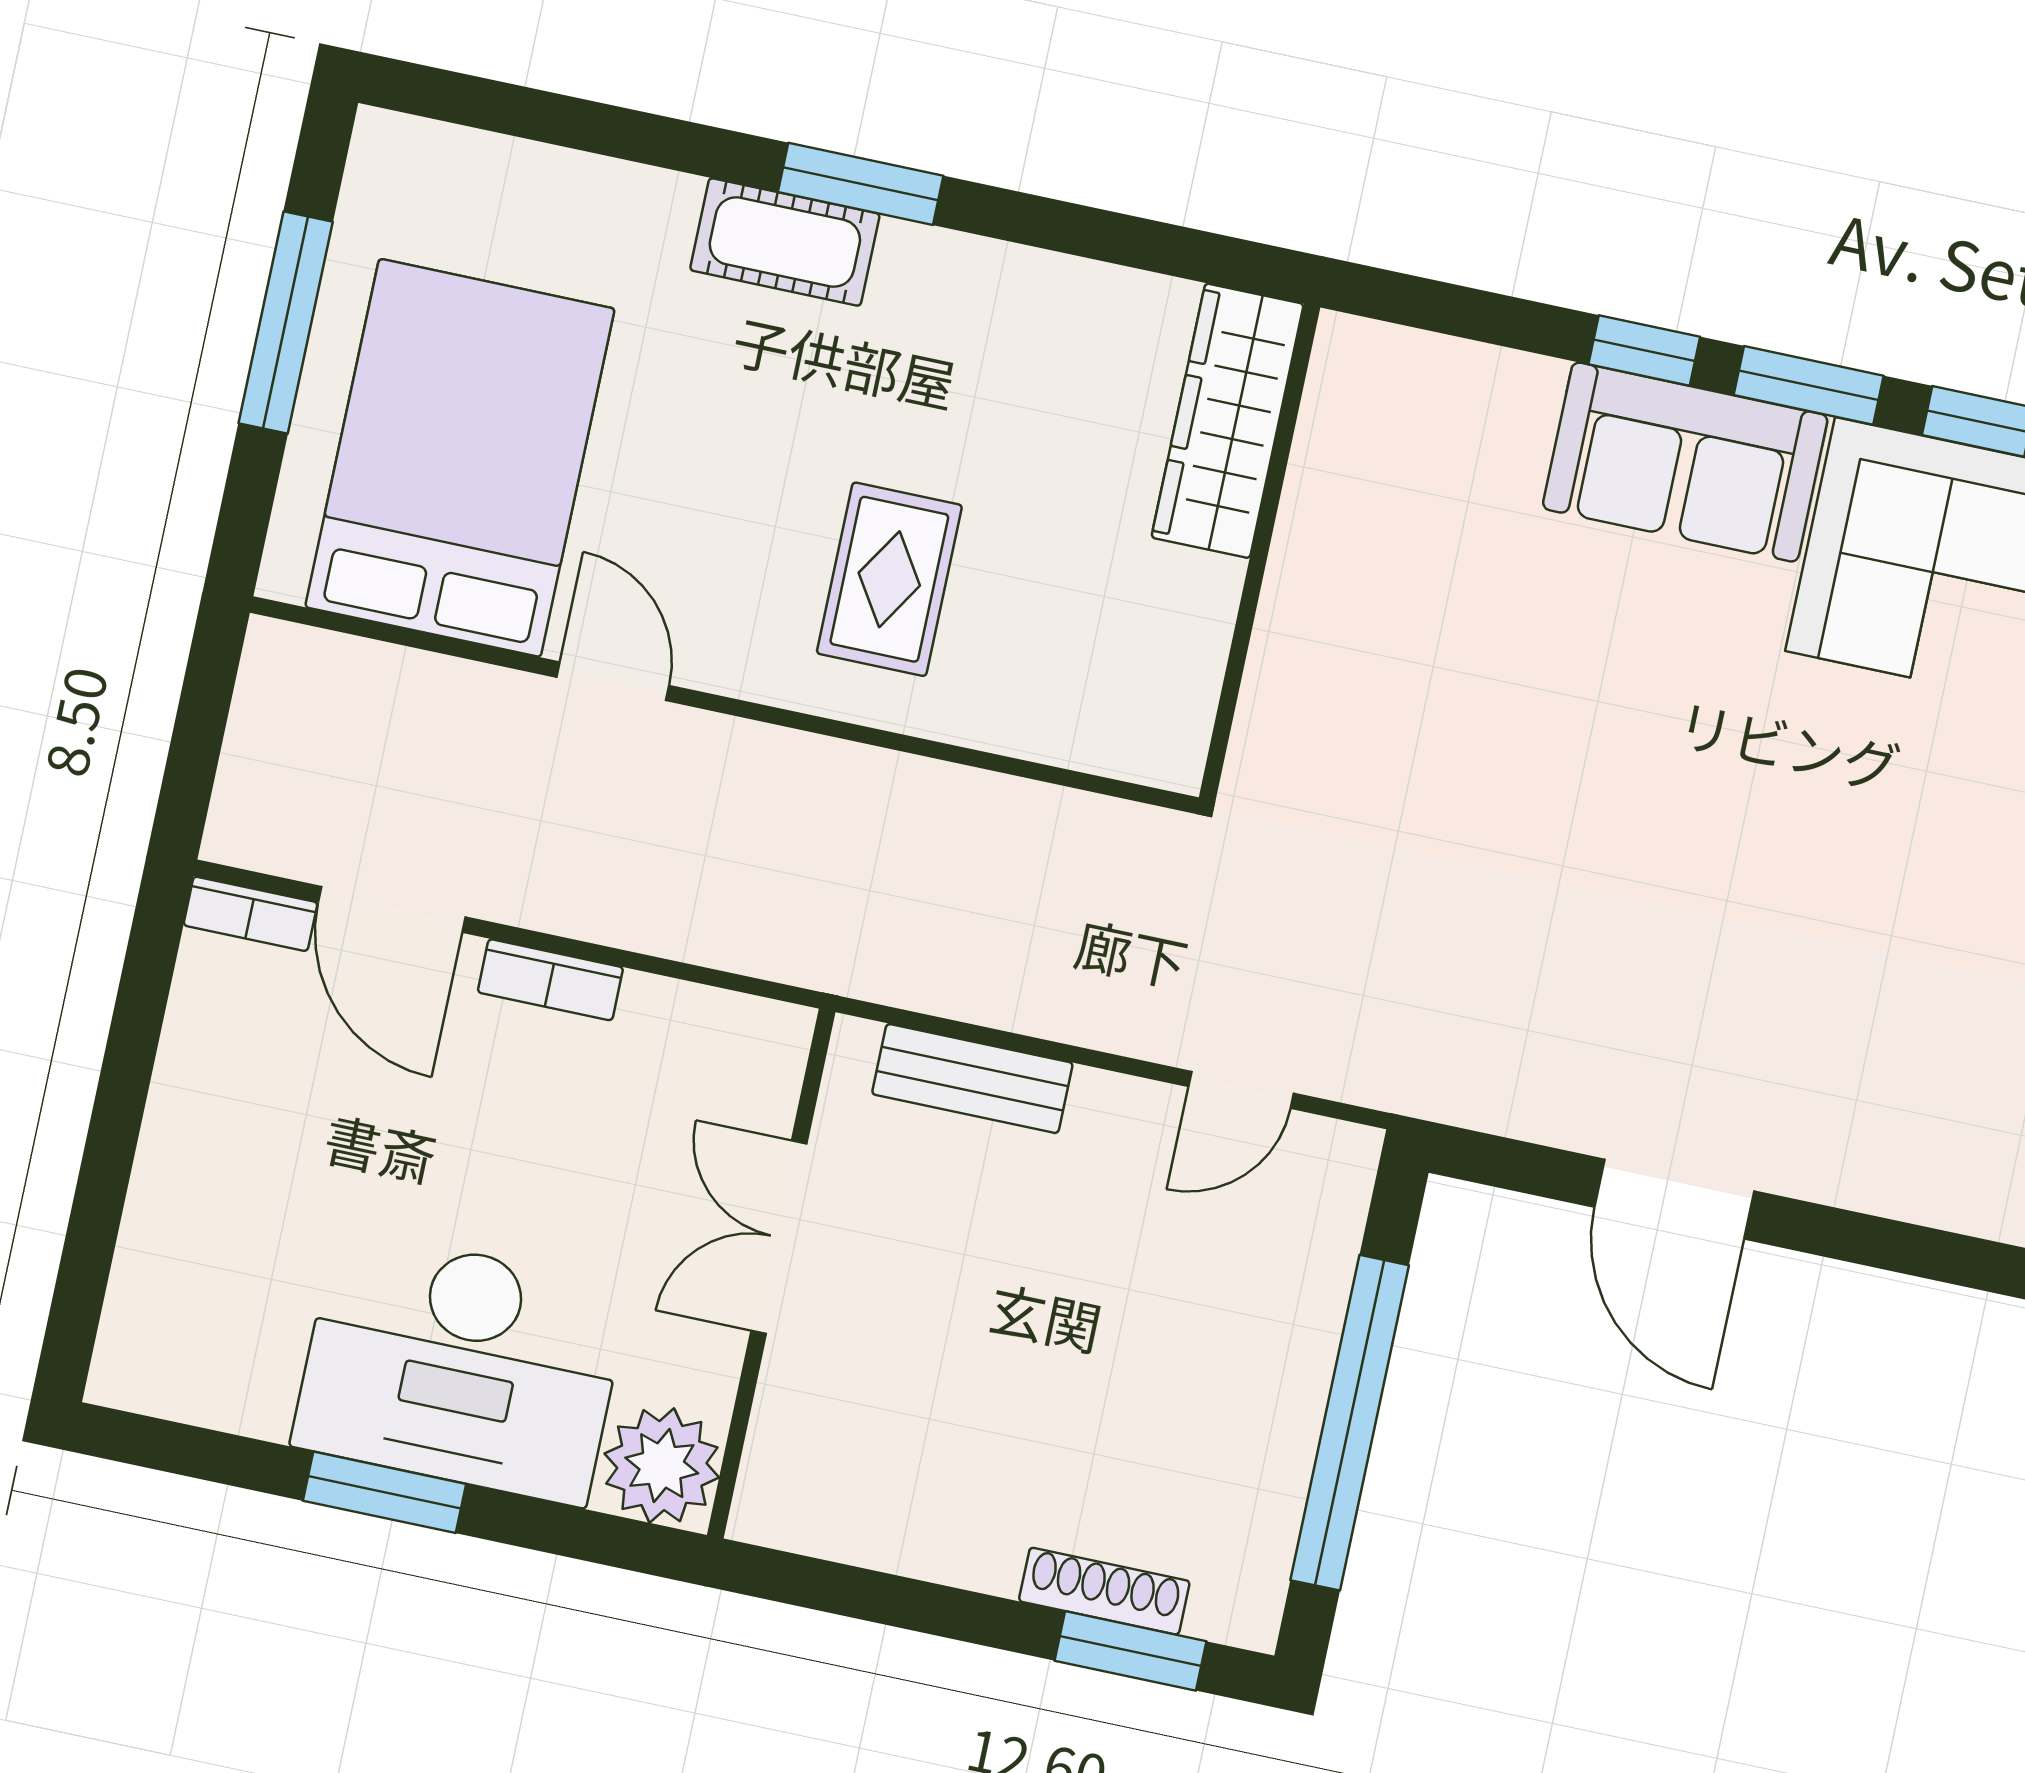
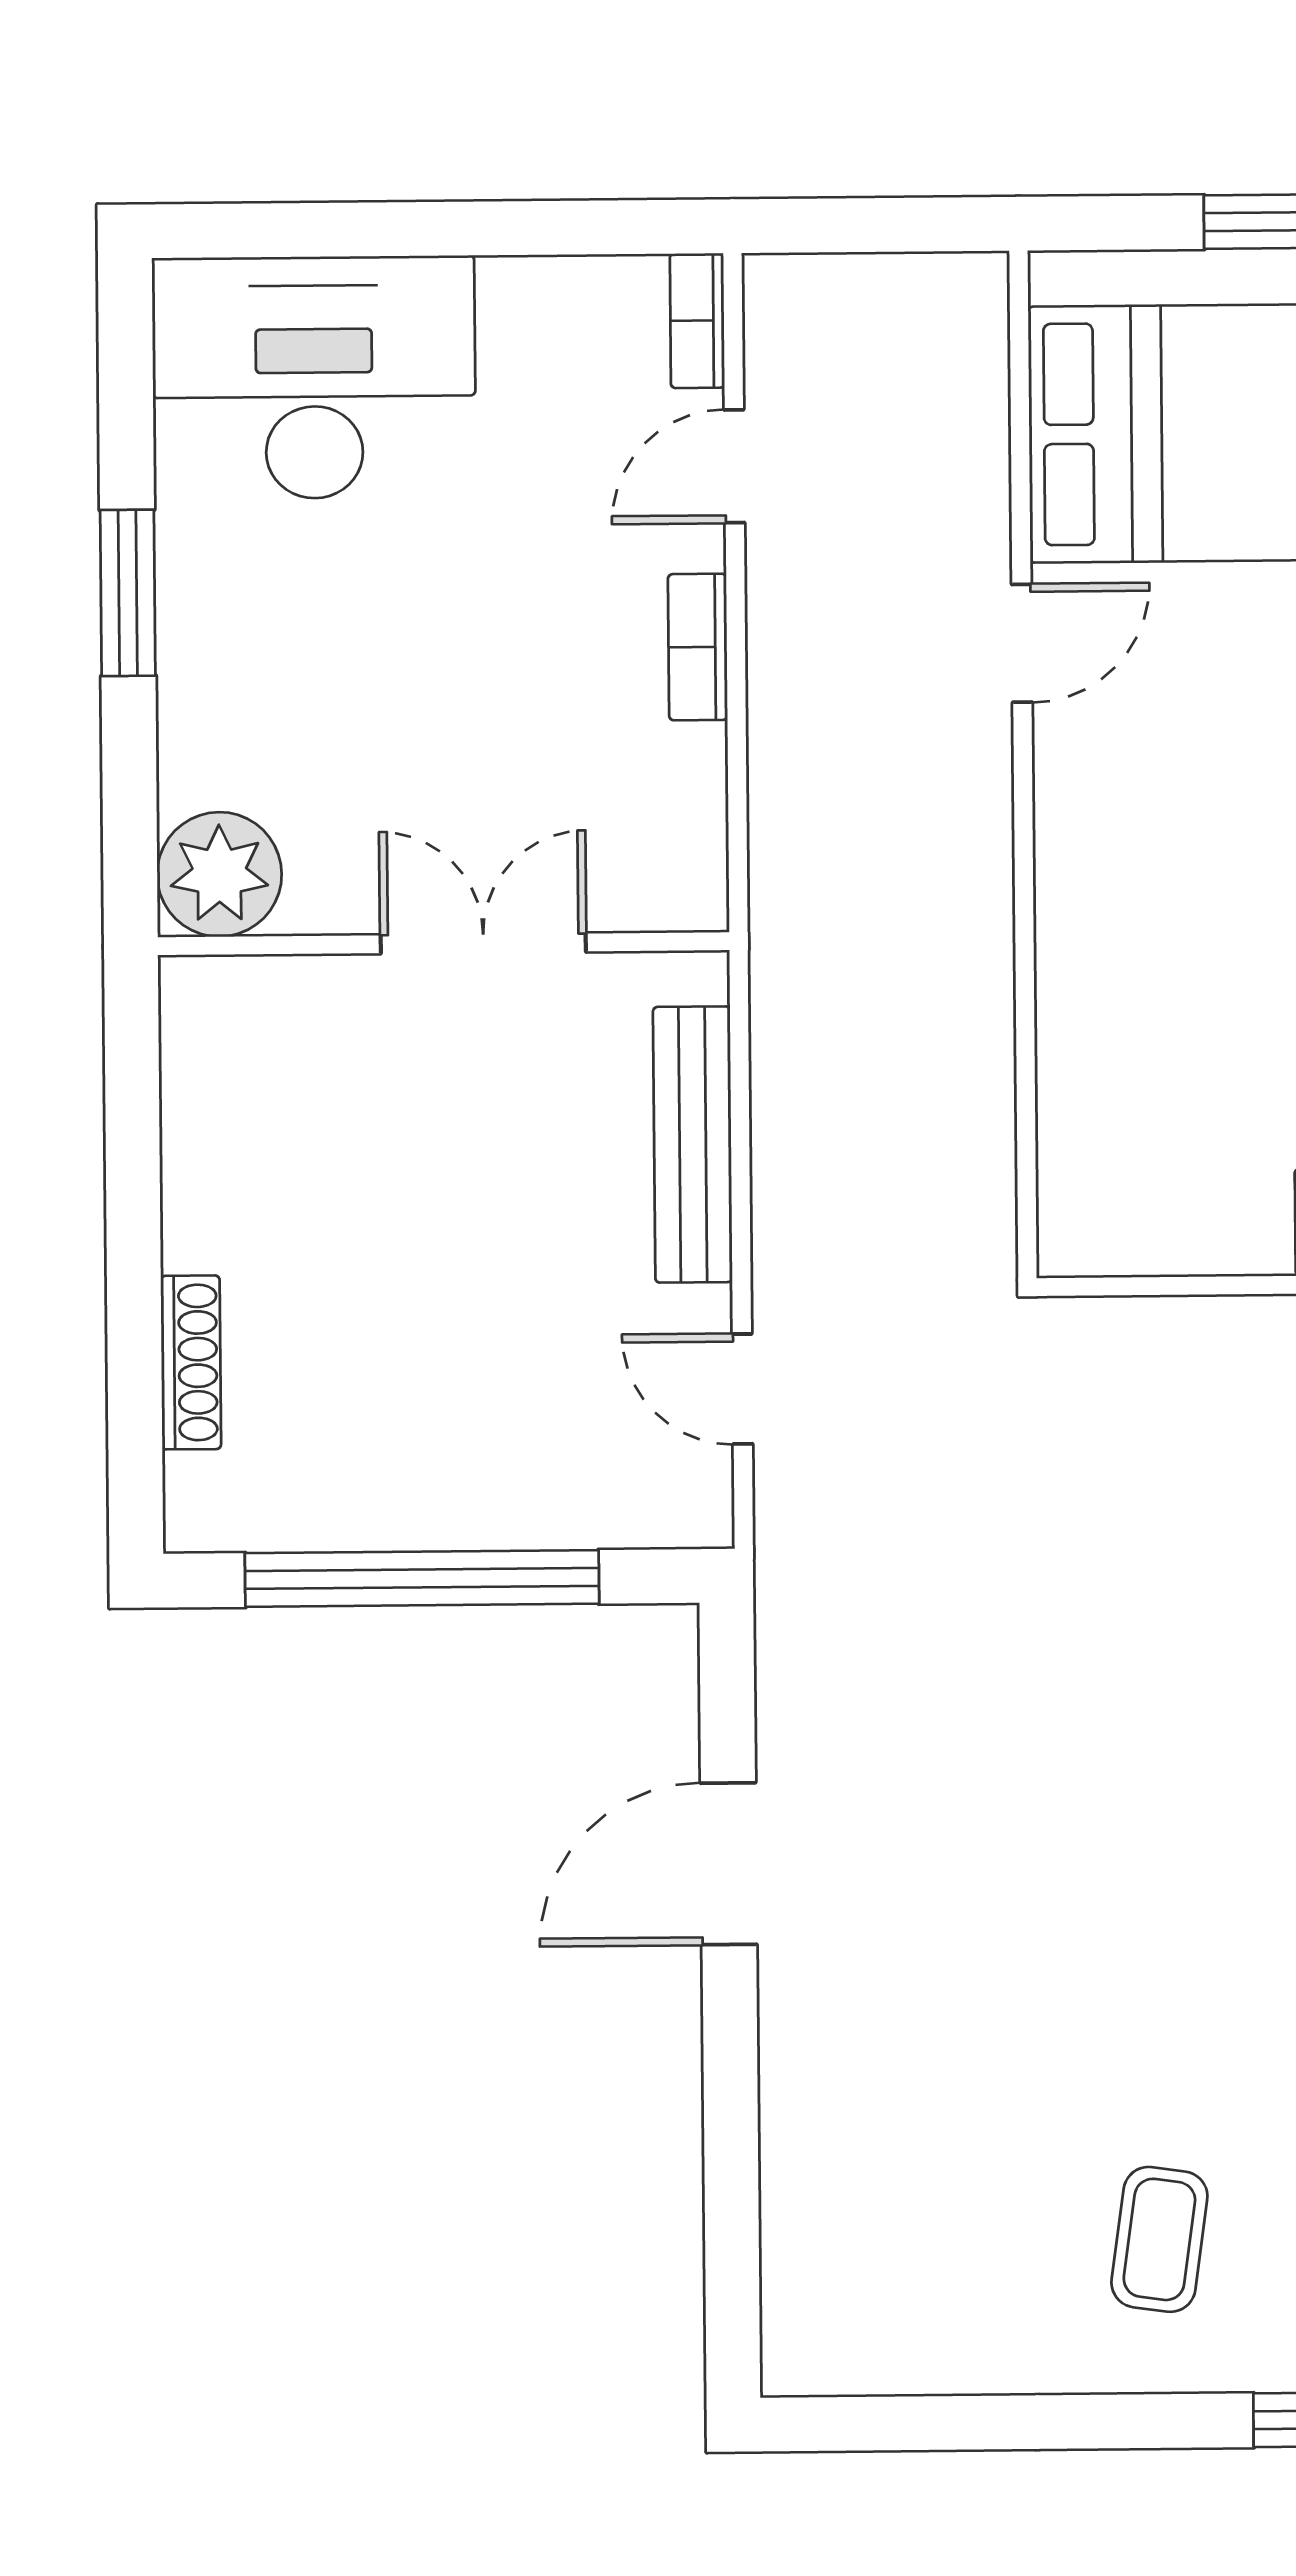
rug: (889, 579) -> (1191, 907), removed
door: (392, 909) -> (734, 466), width x0.73
bench: (972, 1079) -> (693, 1144), width x1.36
desk: (461, 1367) -> (314, 377), moved, turned 90
window: (1131, 1651) -> (135, 1403), removed

